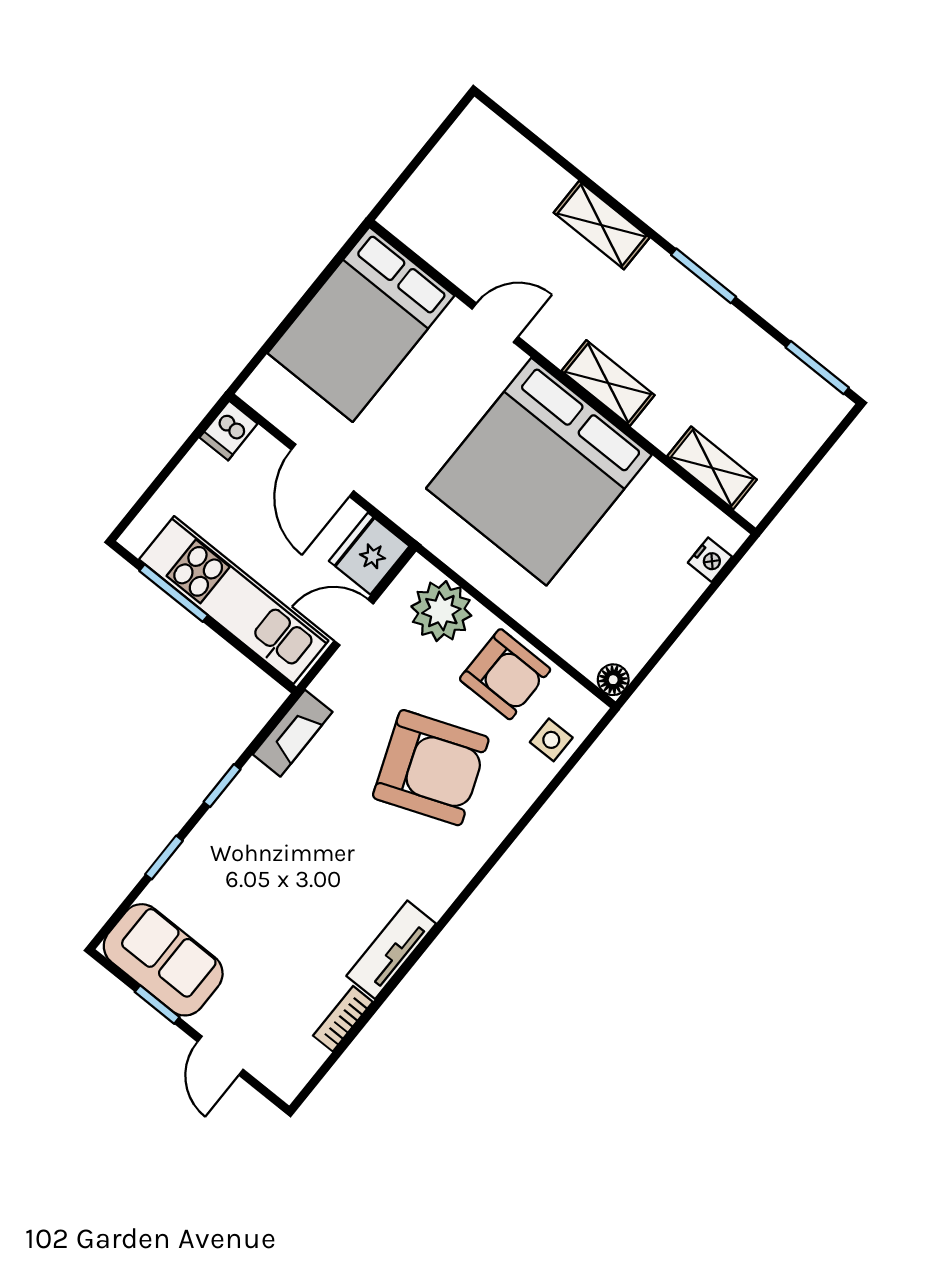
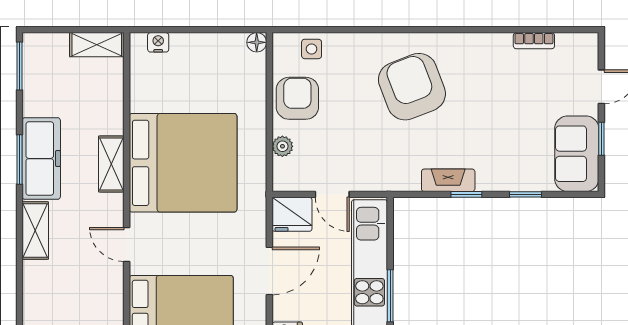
freezer: (683, 303) -> (41, 159), added
shelving: (712, 468) -> (97, 45), moved, turned 90
plant: (441, 611) -> (282, 146), width x0.53, depth x0.53
fireplace: (293, 733) -> (448, 180), moved
armchair: (431, 768) -> (412, 87), moved
tv unit: (391, 950) -> (480, 44), removed

